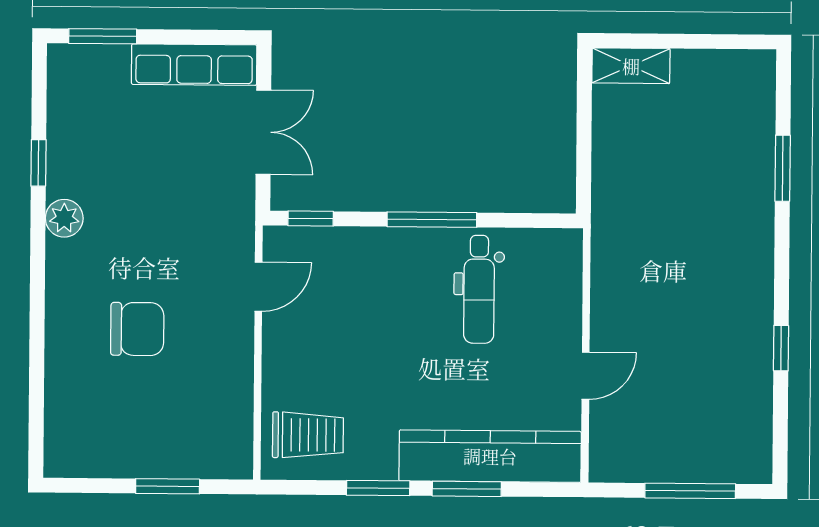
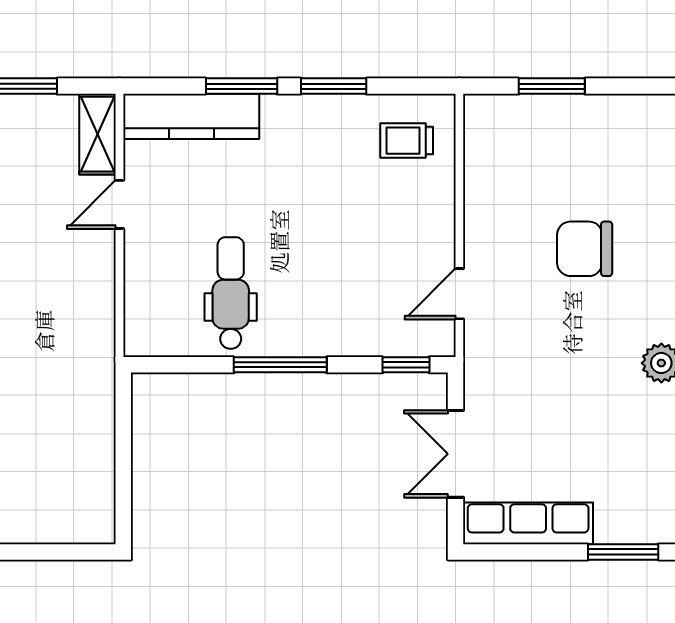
shelving: (631, 66) -> (98, 134), moved, turned 90
trolley: (308, 435) -> (407, 141), width x0.73, depth x0.72
kitchen counter: (490, 456) -> (191, 116), width x0.72, depth x0.86

